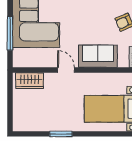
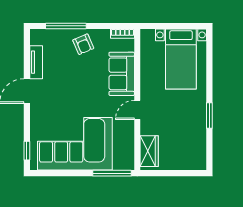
window: (10, 33) -> (112, 173), moved

